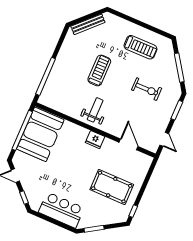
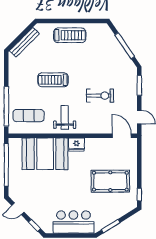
treadmill: (140, 47) -> (70, 35), moved
treadmill: (99, 70) -> (53, 80), turned -90
exercise bike: (147, 89) -> (100, 96), moved
exercise mat: (62, 94) -> (29, 116), added
booth: (40, 134) -> (45, 154), moved, turned 90
door: (129, 144) -> (122, 136), moved

